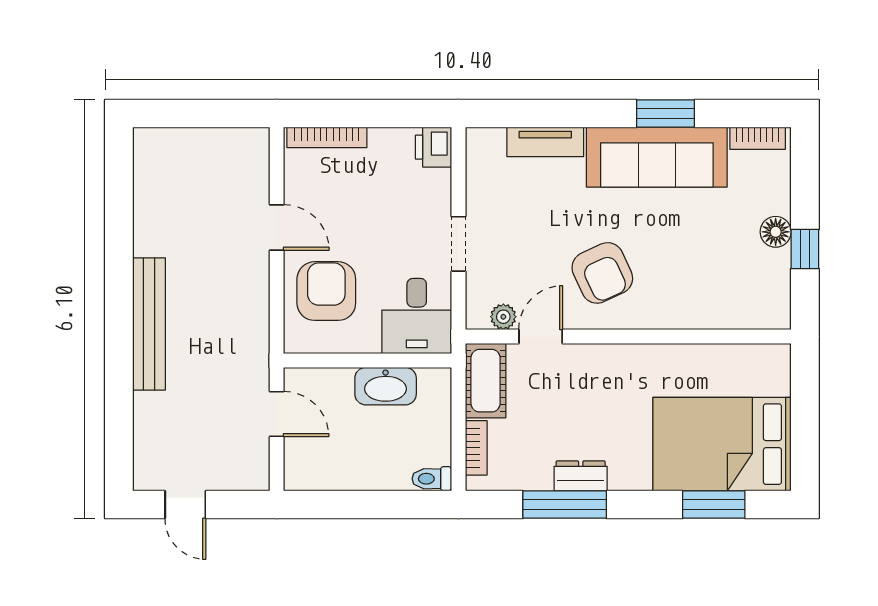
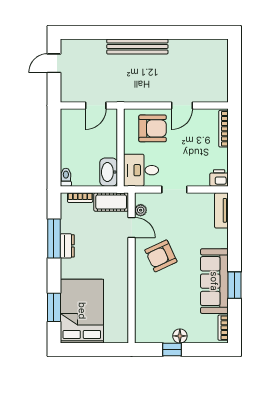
tv unit: (545, 142) -> (221, 210), moved
washbasin: (386, 386) -> (109, 172), moved

